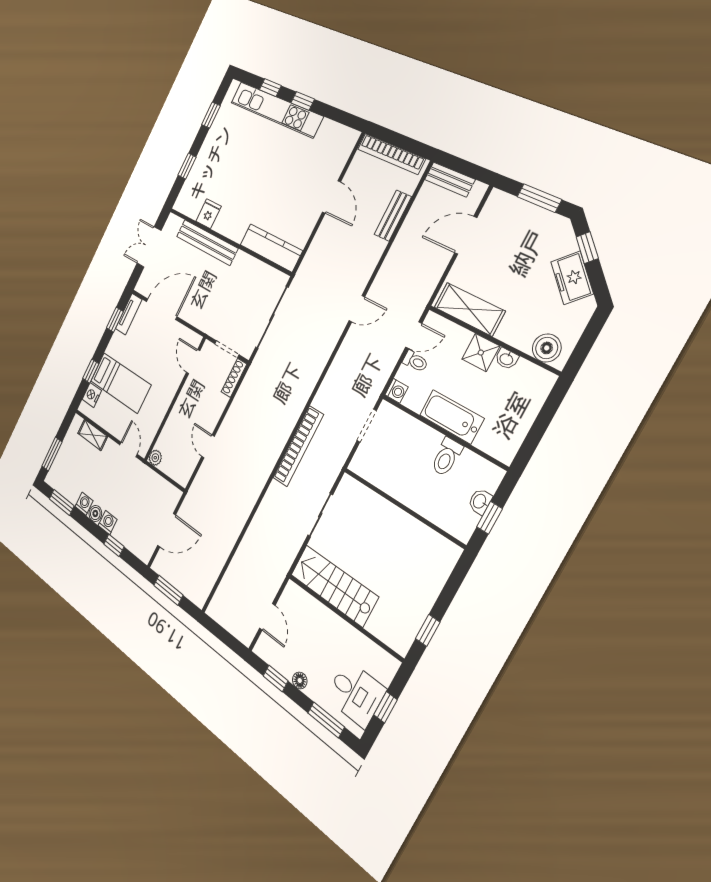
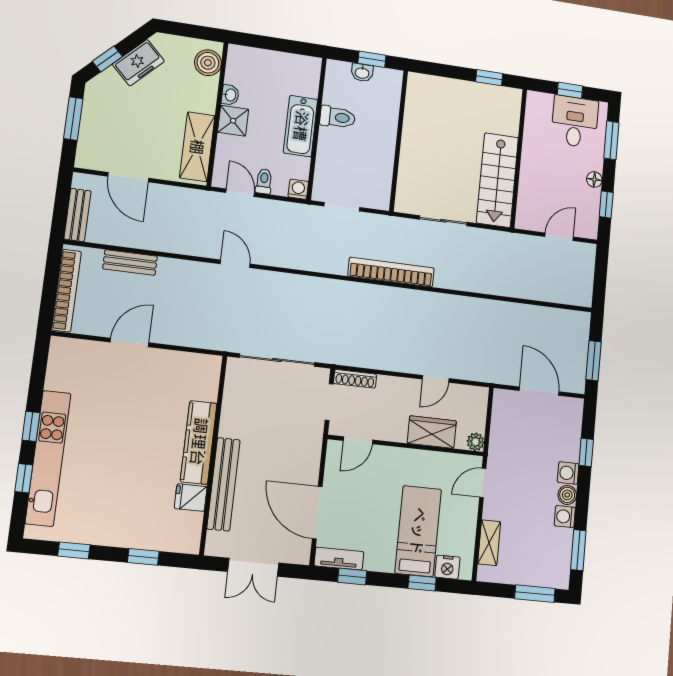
kitchen counter: (271, 248) -> (199, 442), moved
wardrobe: (175, 425) -> (432, 432), added

